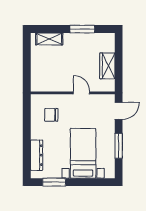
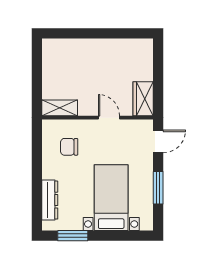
window: (82, 29) -> (110, 33), removed
shelving: (49, 39) -> (60, 108), moved
wardrobe: (107, 66) -> (143, 99), moved

